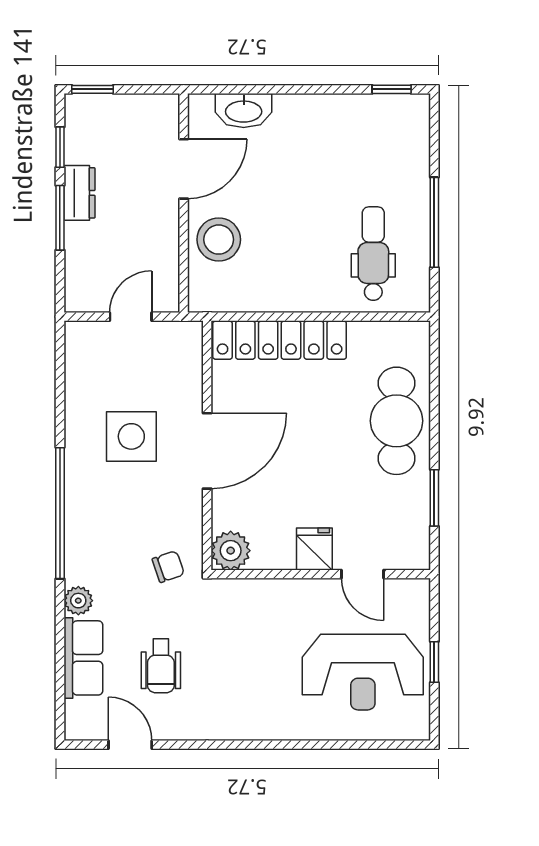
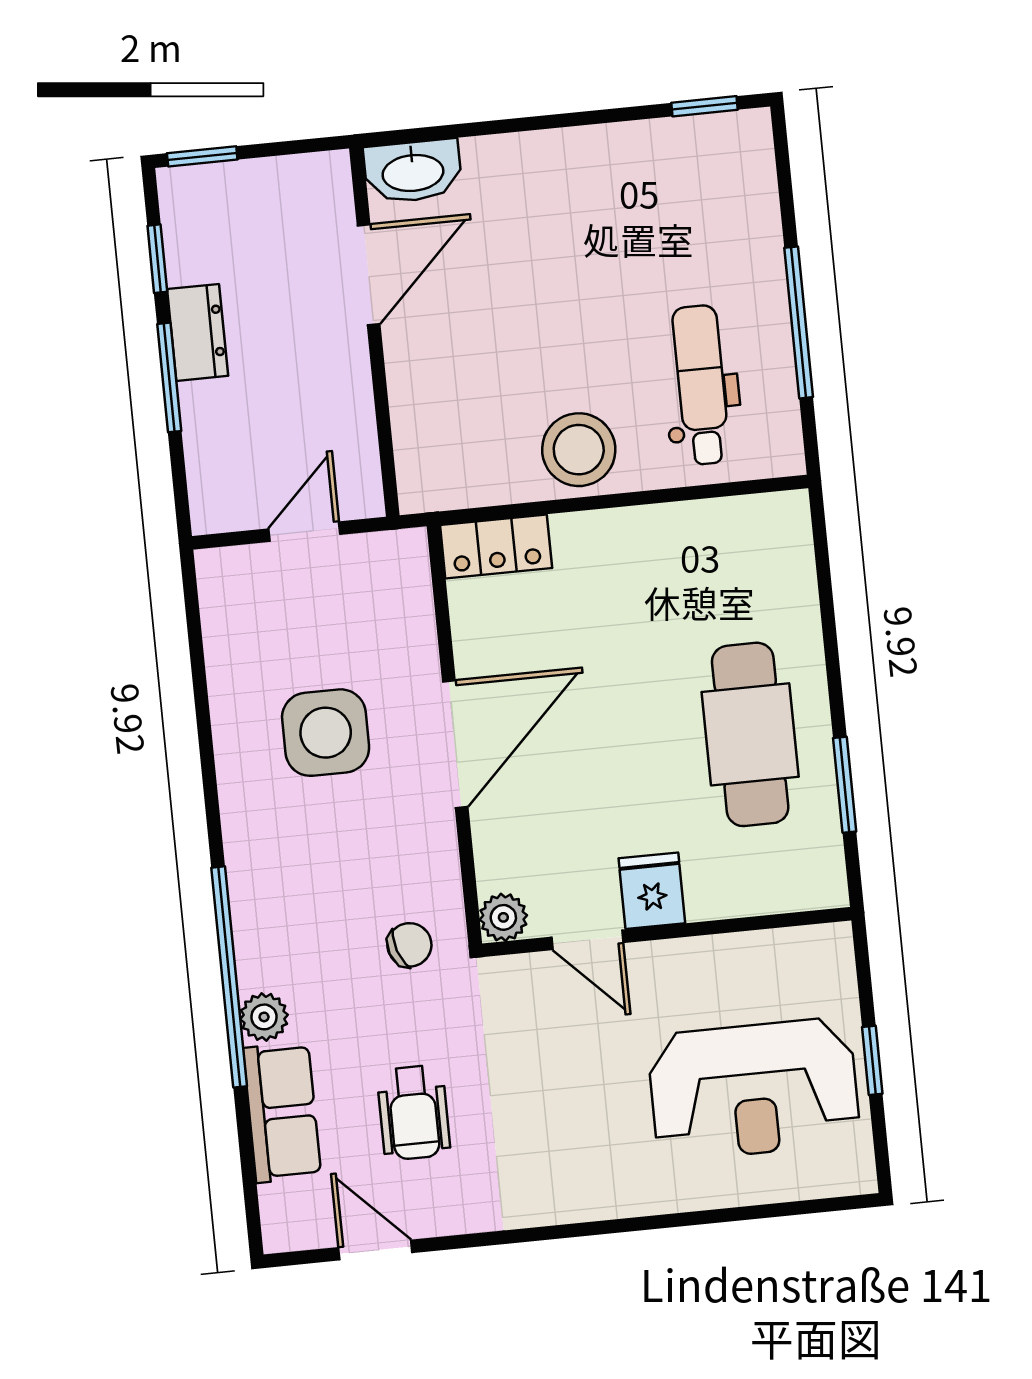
washbasin: (244, 111) -> (413, 171), moved
stool: (219, 240) -> (579, 450), moved
locker: (280, 340) -> (496, 546), width x0.46, depth x0.83
cafe table: (397, 421) -> (750, 734), moved
window: (60, 513) -> (229, 977), moved
plant: (231, 551) -> (503, 917), width x0.73, depth x0.73
door: (362, 574) -> (587, 940), moved

